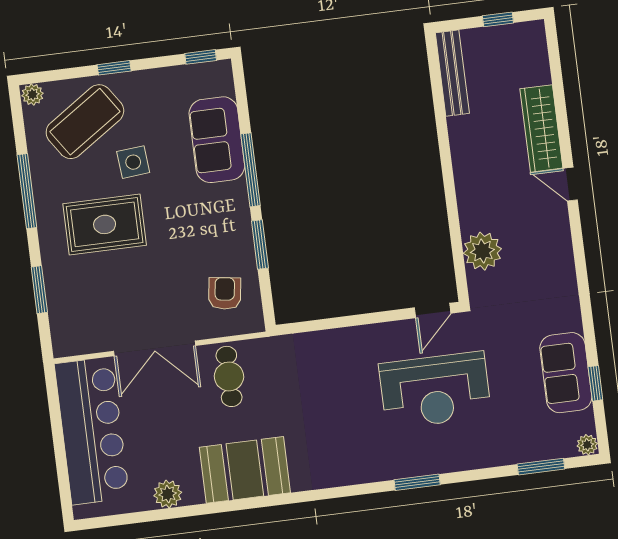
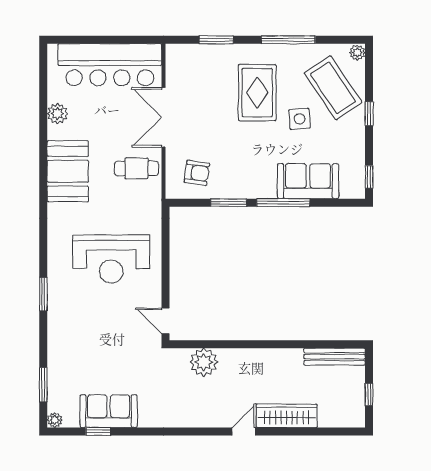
reception desk: (435, 390) -> (111, 259), moved, turned -90

